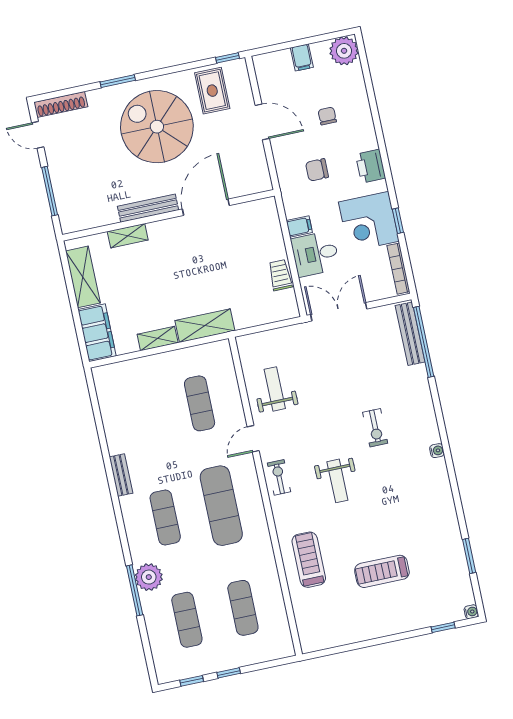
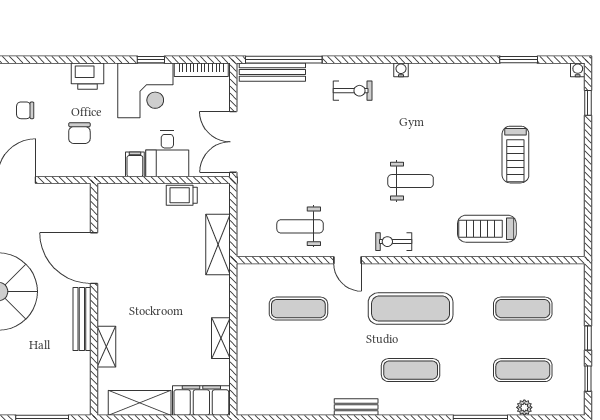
shelving: (205, 326) -> (218, 245), moved
exercise bike: (375, 428) -> (353, 91), moved
plant: (149, 577) -> (524, 407), moved, width x0.53, depth x0.53

